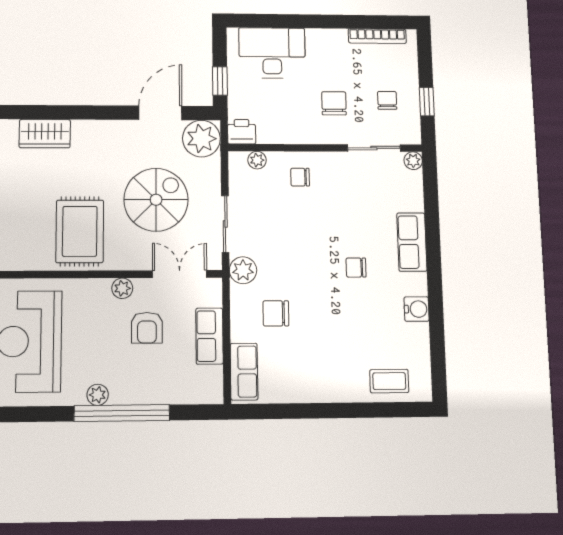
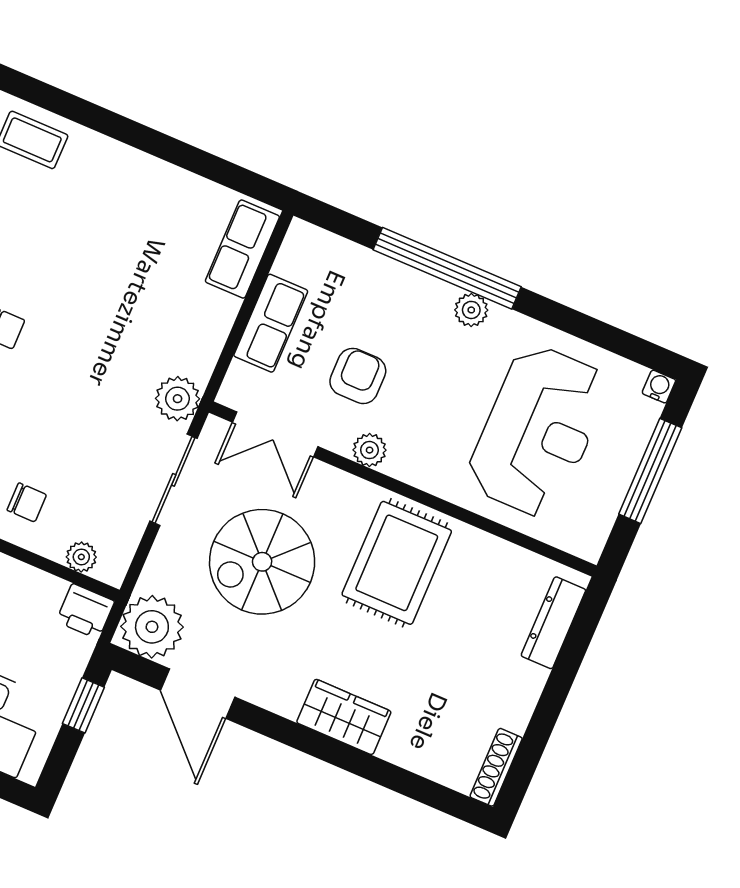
door: (160, 113) -> (198, 694), hinge flipped
wardrobe: (45, 134) -> (344, 717), moved
chair: (276, 313) -> (157, 313), removed

